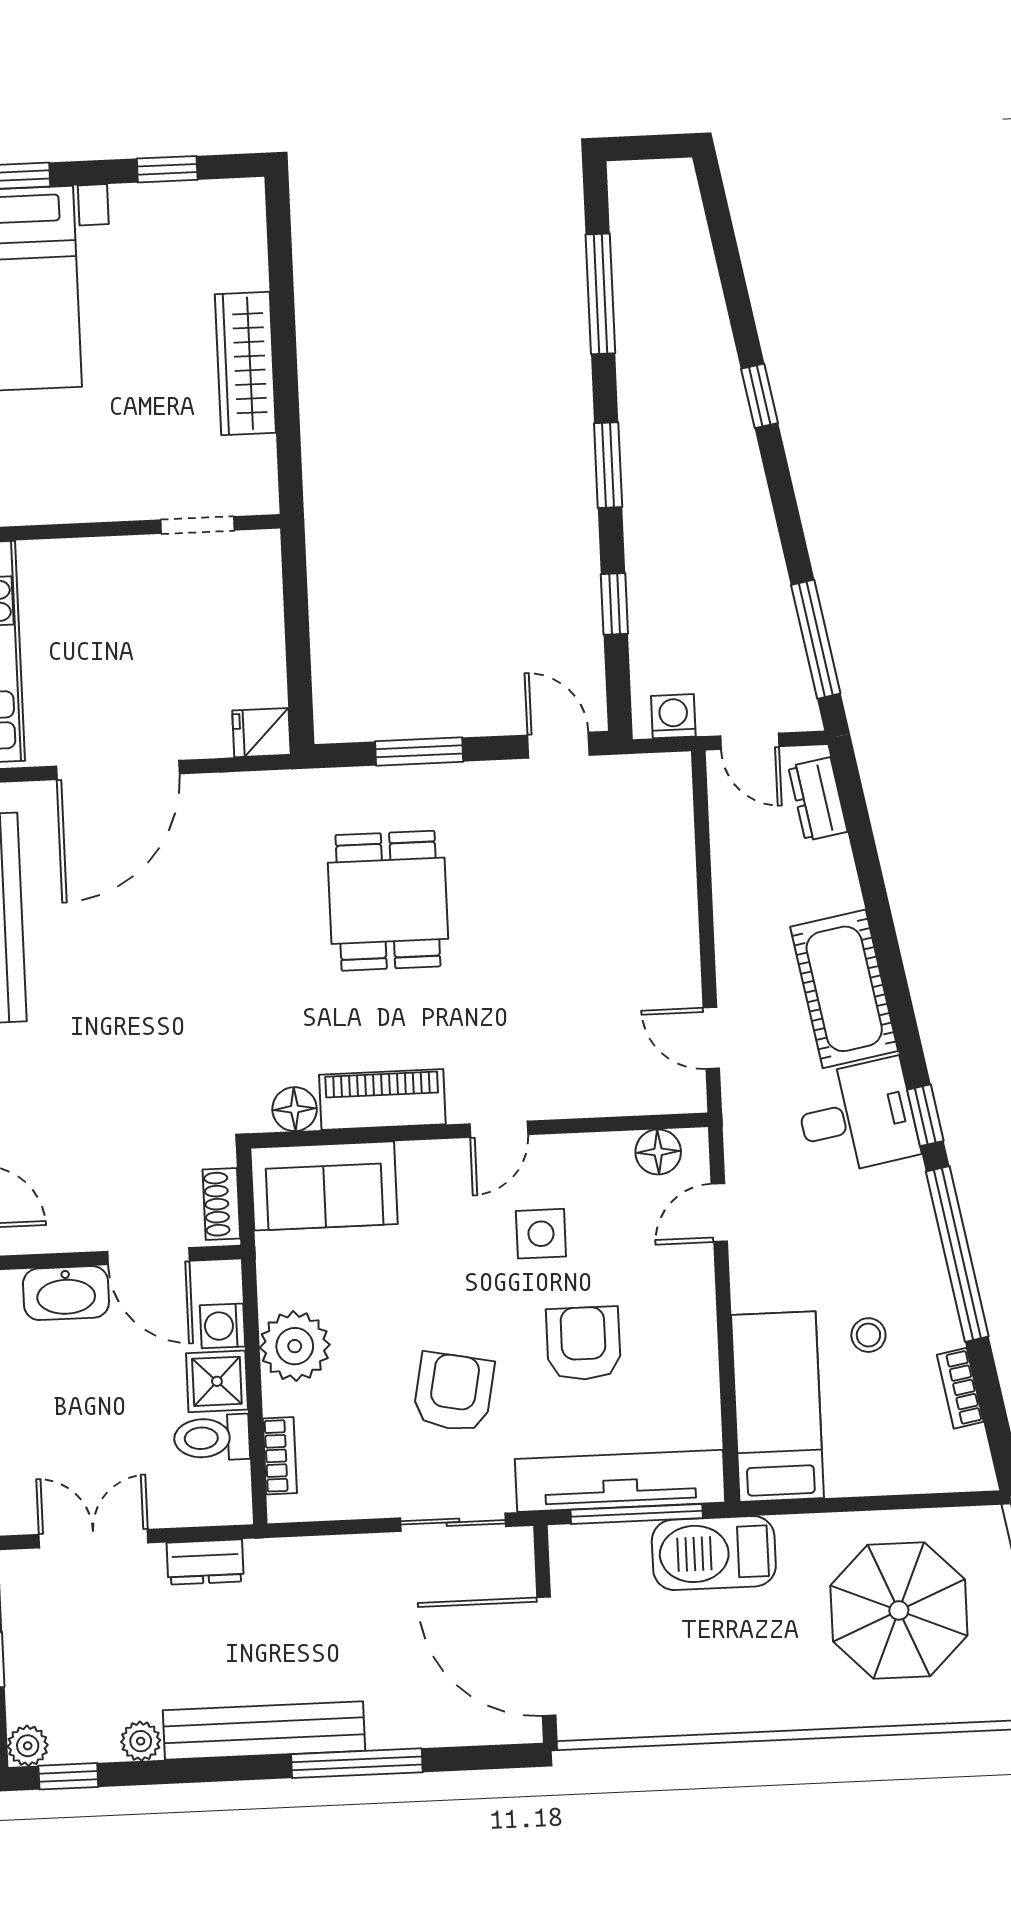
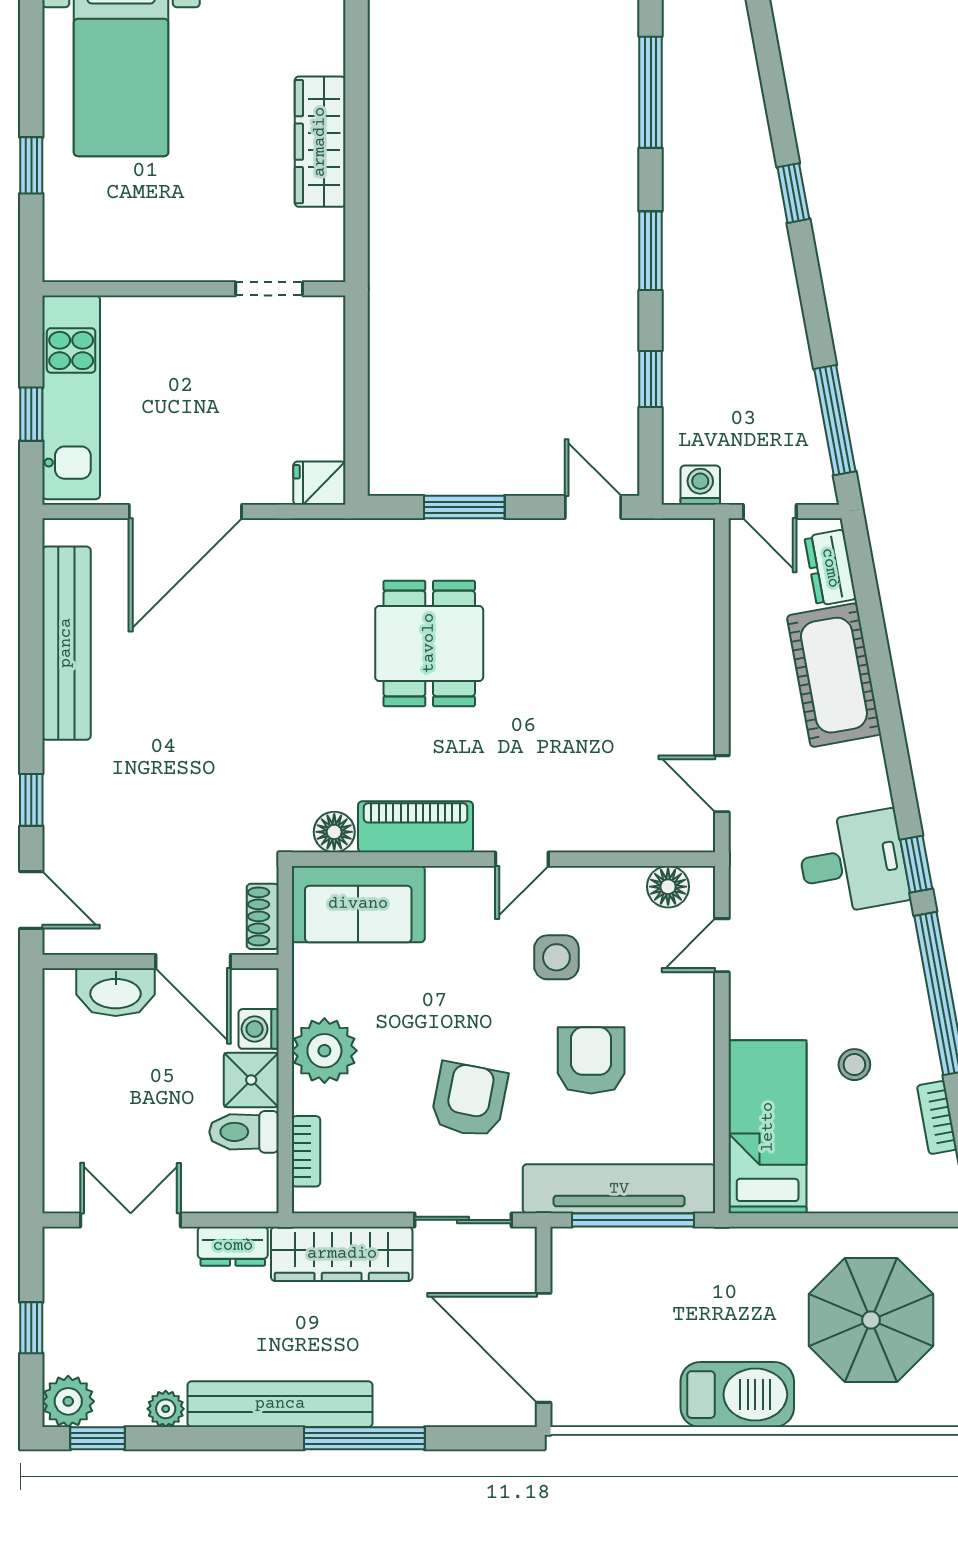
cot: (844, 989) -> (834, 675), moved
barbecue: (714, 1553) -> (737, 1395), moved, turned 180
wardrobe: (323, 1565) -> (342, 1254), added
plant: (28, 1746) -> (68, 1401), width x1.38, depth x1.38

